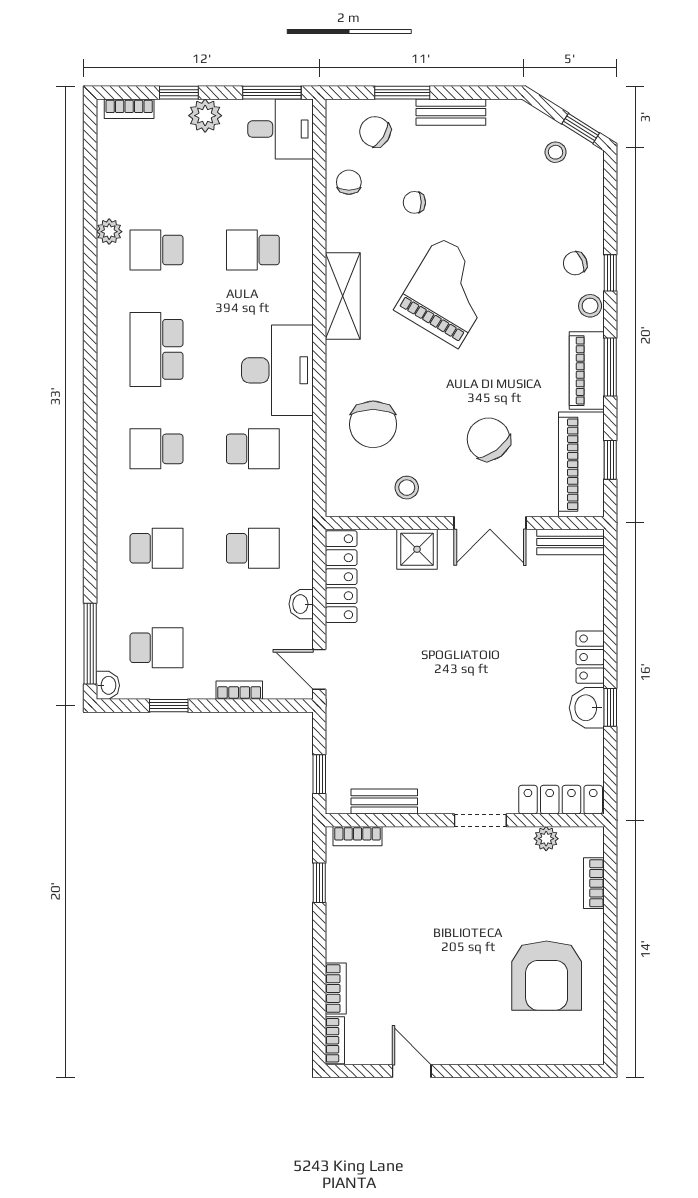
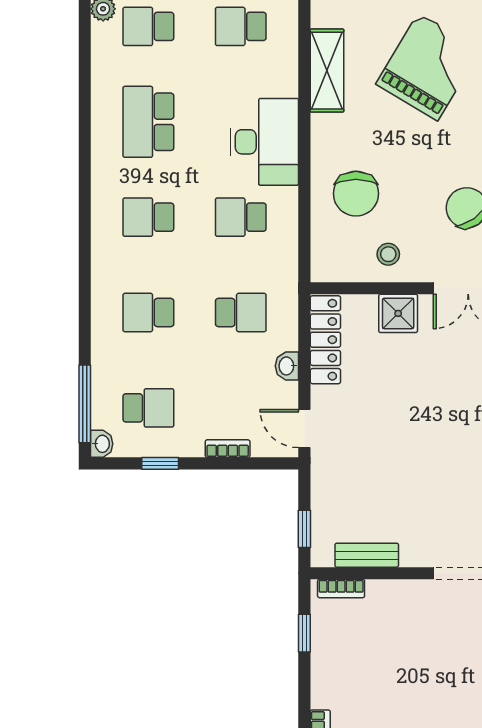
school desk: (253, 449) -> (241, 217), turned 180
school desk: (157, 548) -> (148, 313), turned 180

